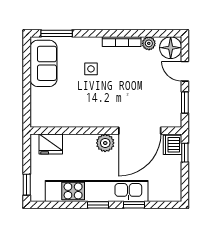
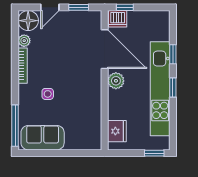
window: (57, 33) -> (15, 126), width x1.44

